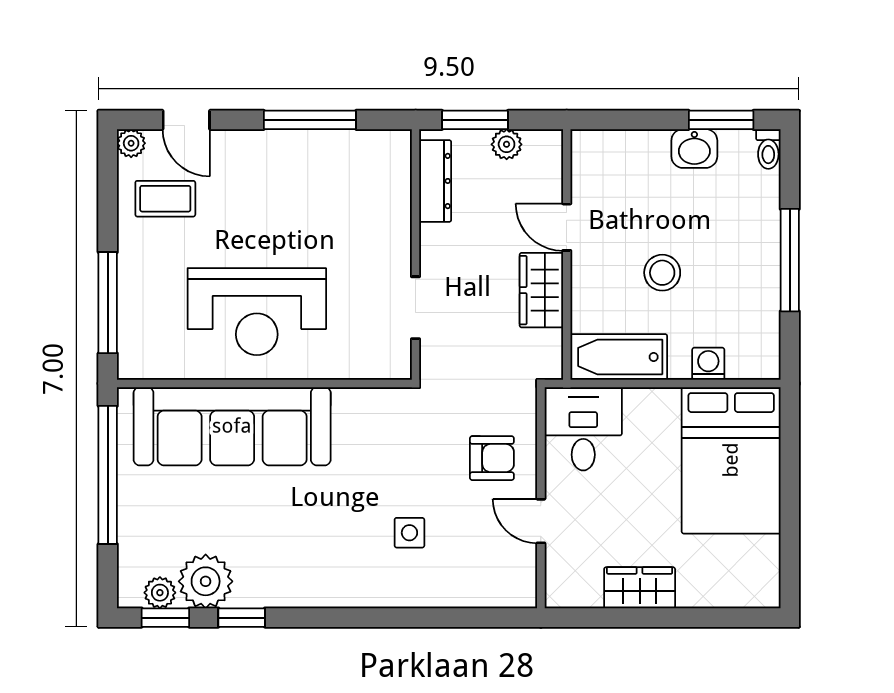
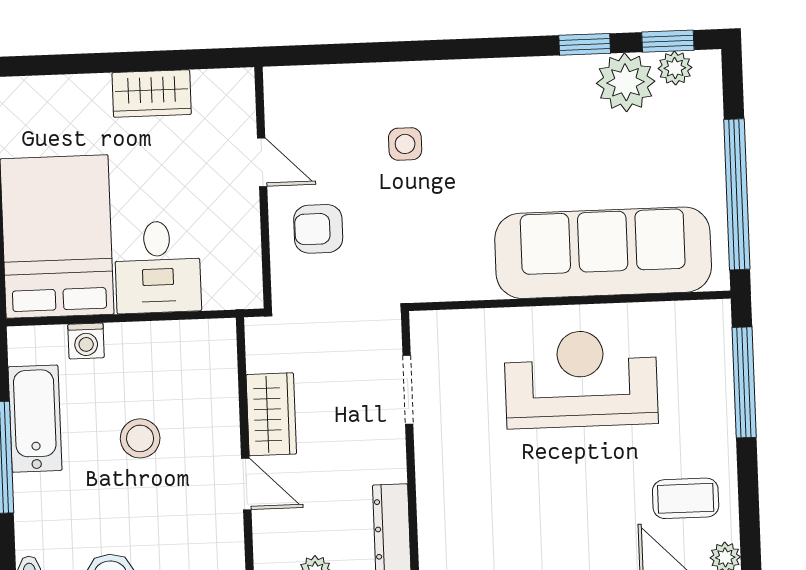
bathtub: (619, 357) -> (35, 419), moved, turned -90
desk: (583, 429) -> (158, 267), moved

